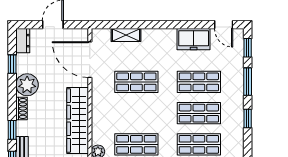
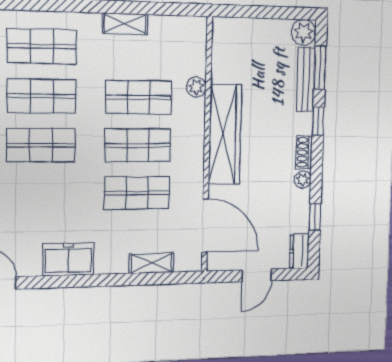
freezer: (194, 39) -> (68, 259), moved
shop shelf: (199, 82) -> (138, 145), moved
plant: (27, 85) -> (303, 180), width x0.53, depth x0.53

